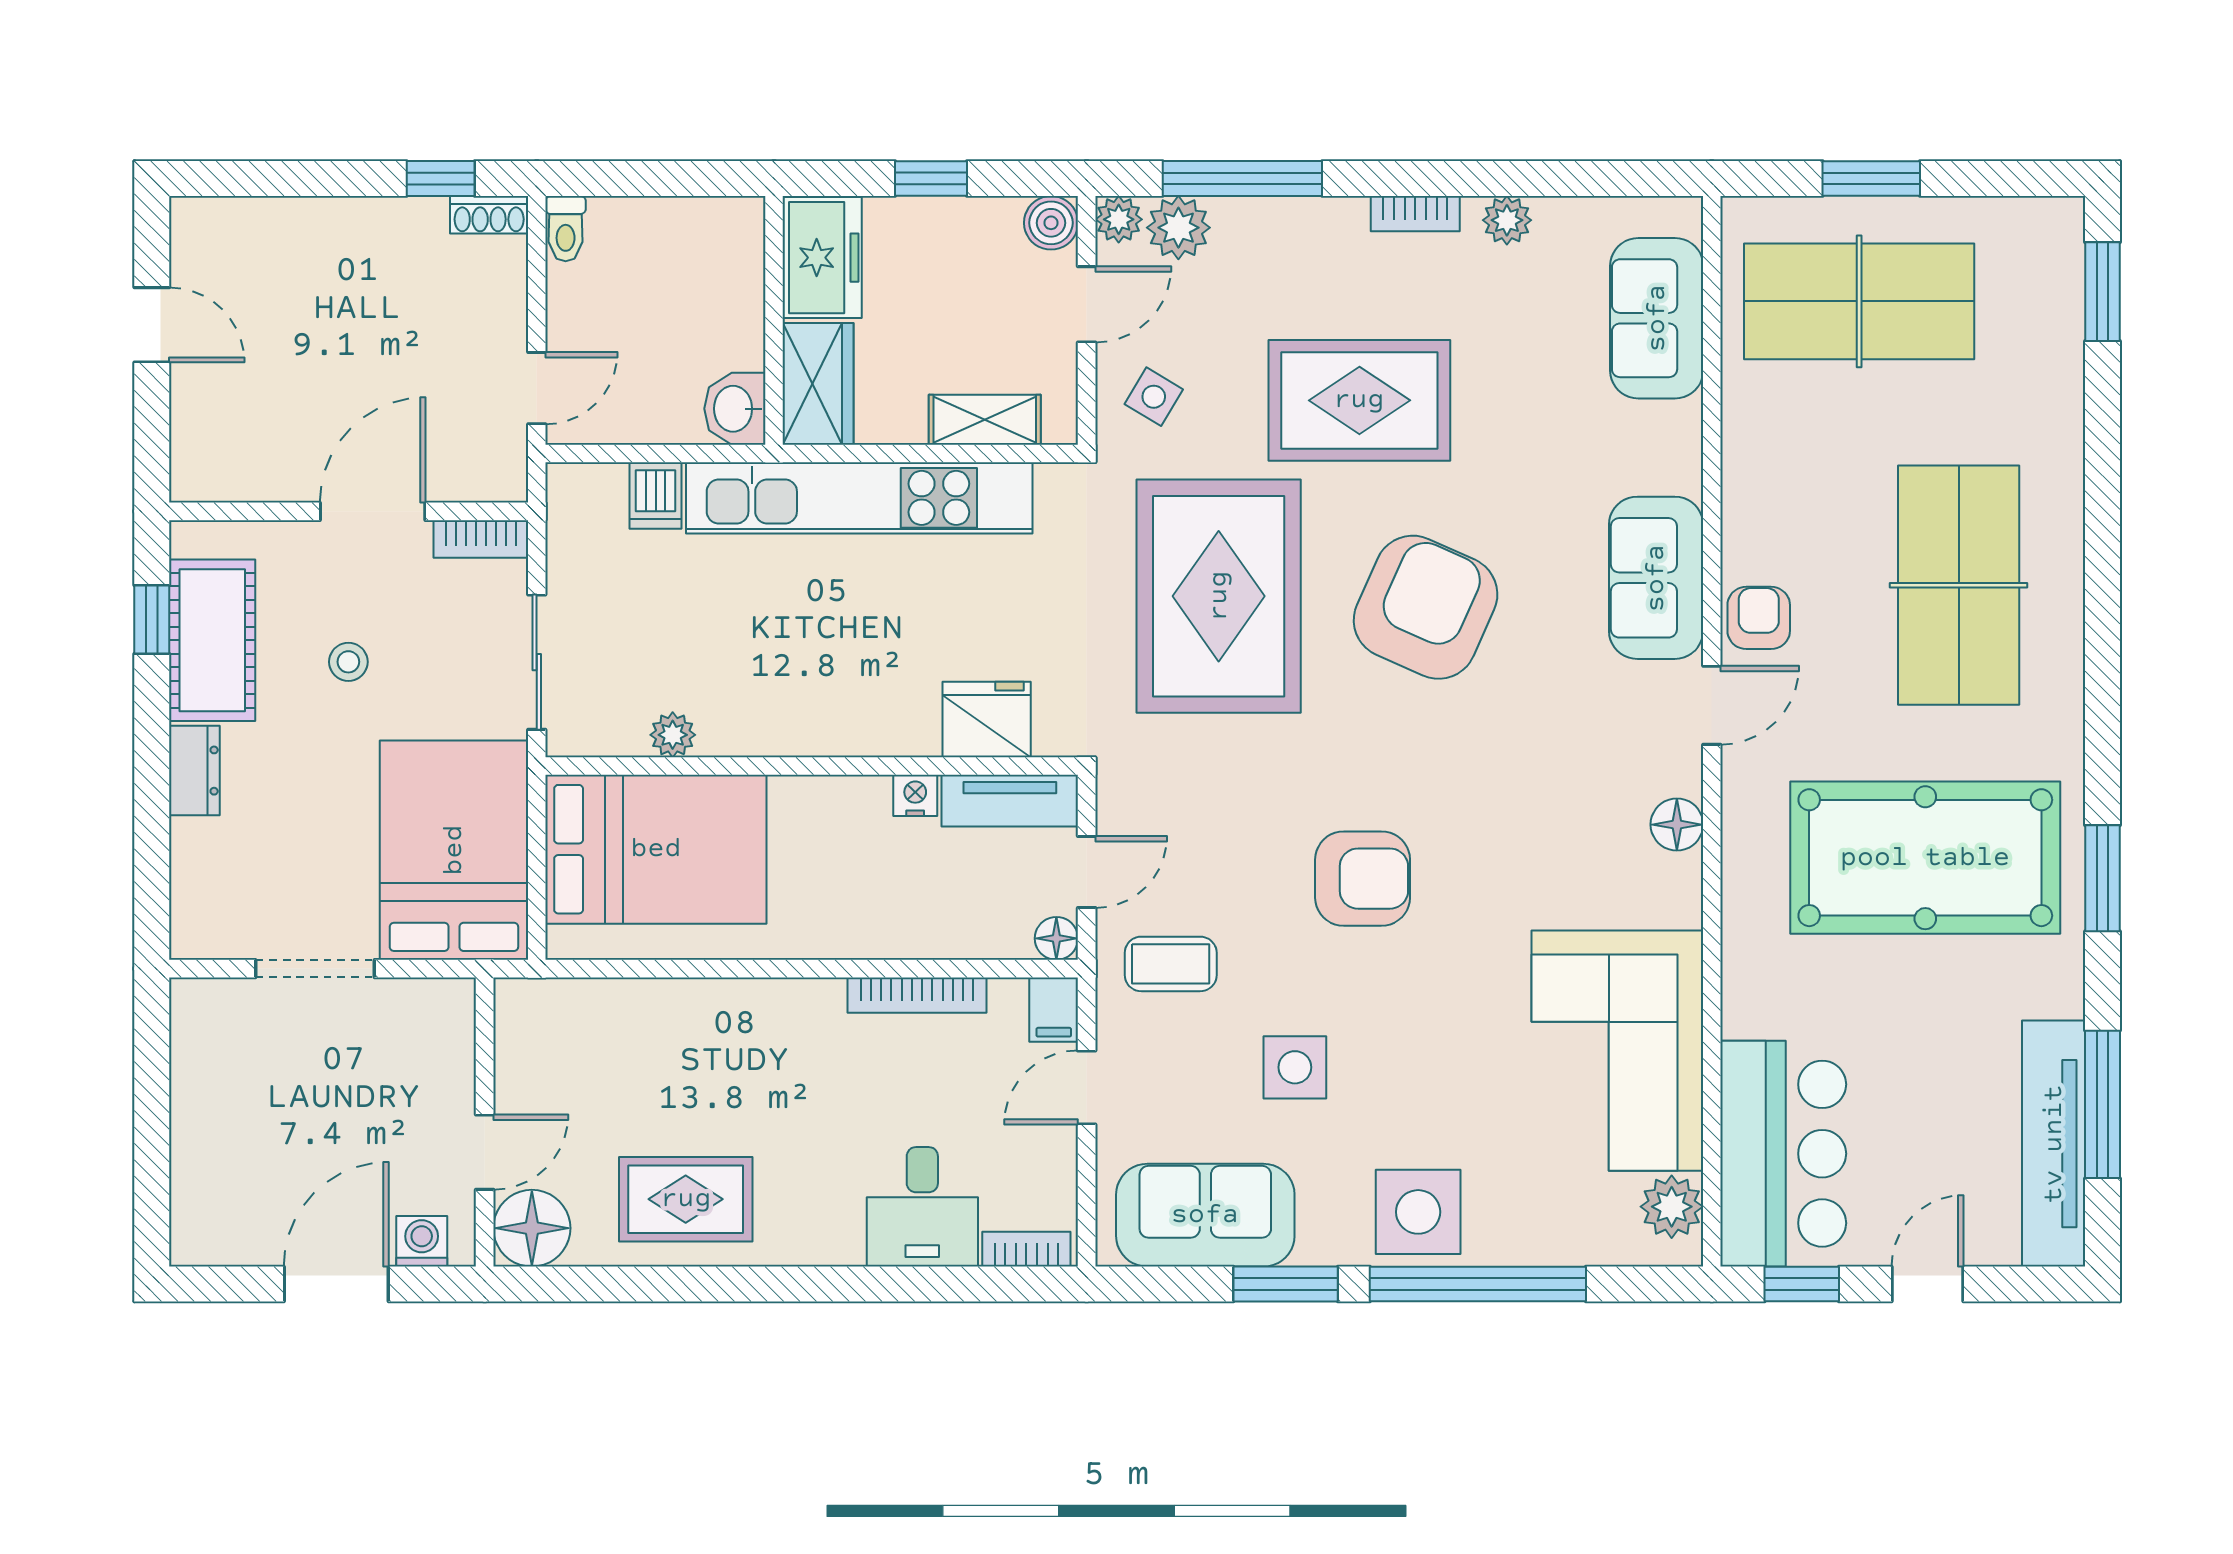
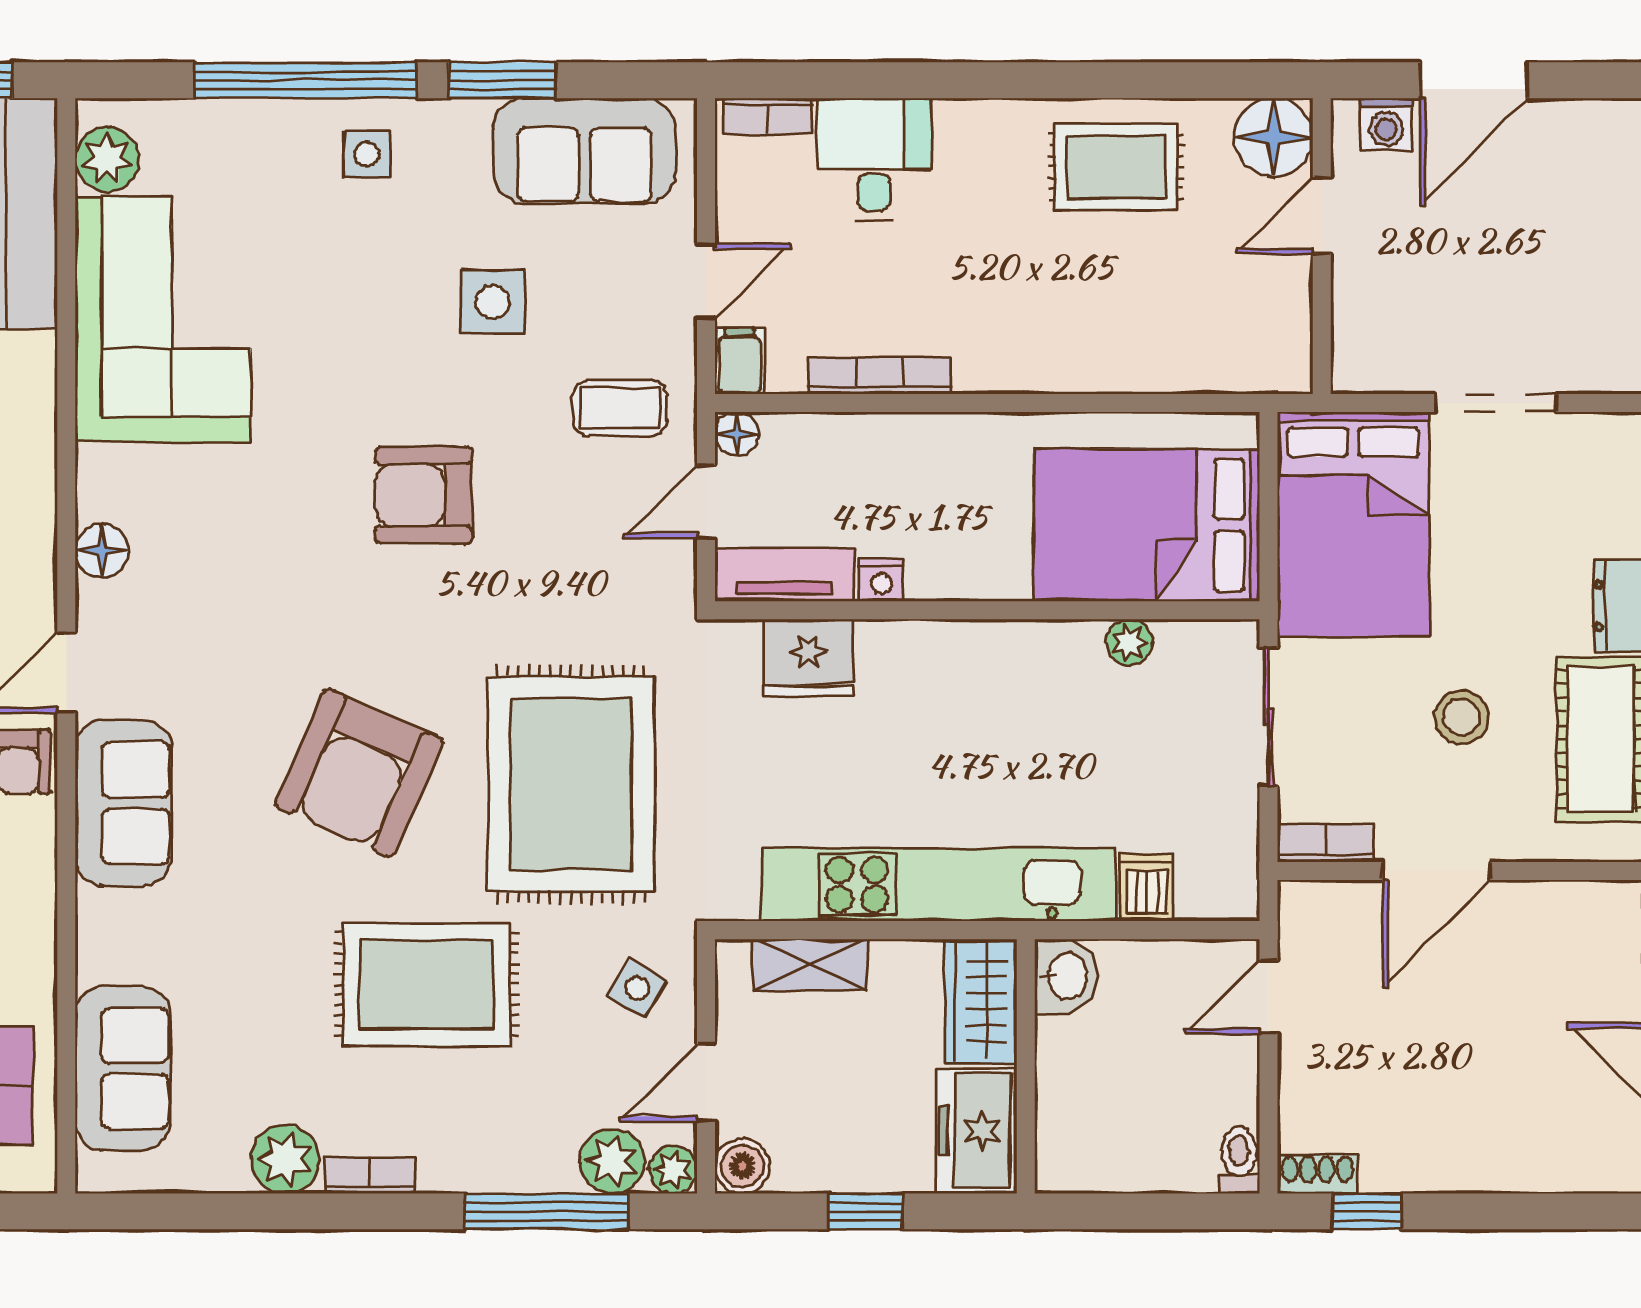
plant: (1507, 220) -> (285, 1159), width x1.38, depth x1.38
stool: (348, 662) -> (1461, 717), width x1.37, depth x1.37
side table: (1418, 1212) -> (367, 154), width x0.54, depth x0.54

